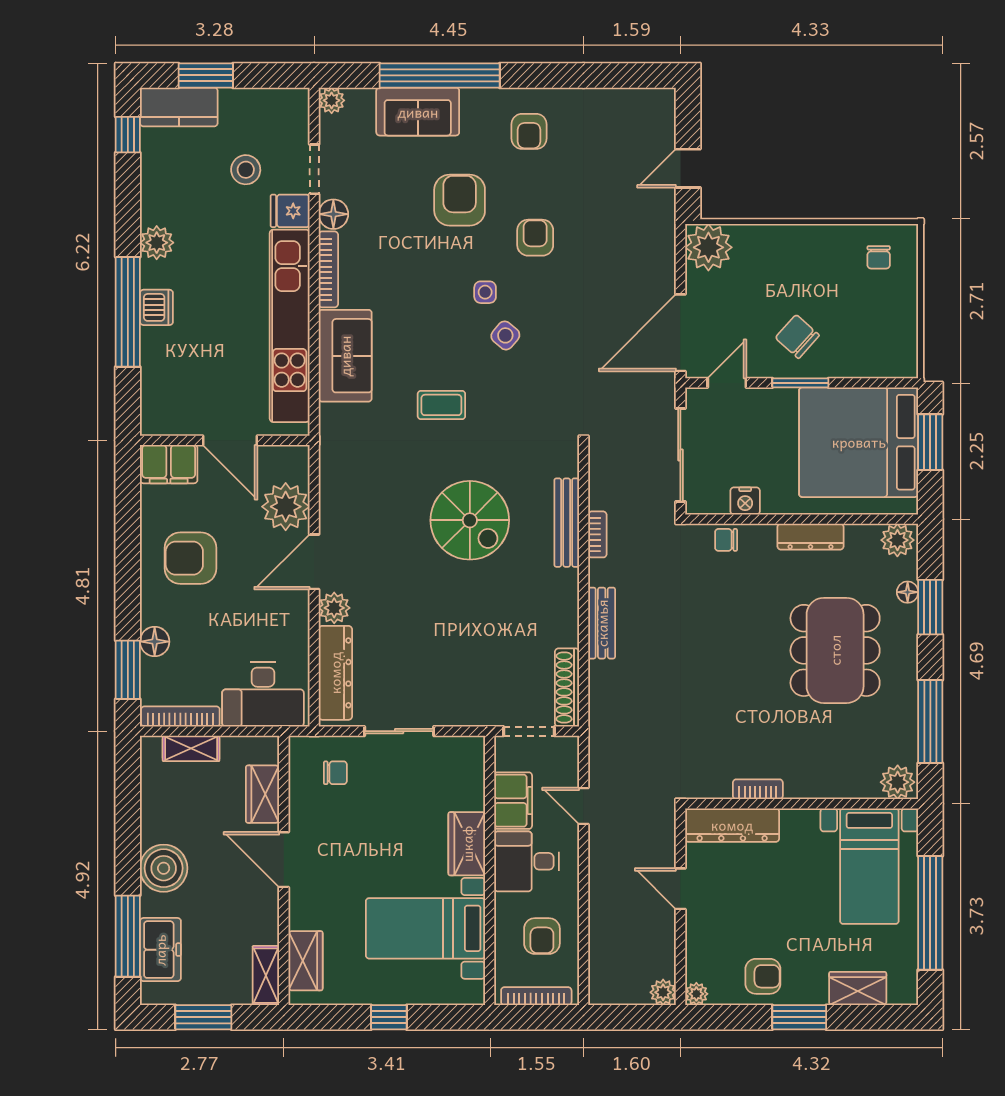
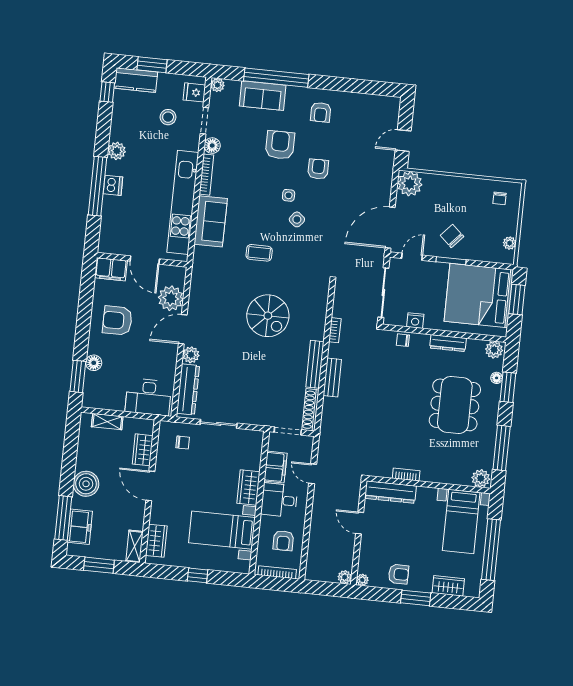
fridge: (290, 211) -> (194, 92), moved
plant: (906, 339) -> (510, 243), added
bench: (567, 523) -> (315, 364), moved
bookcase: (180, 716) -> (103, 404), removed

